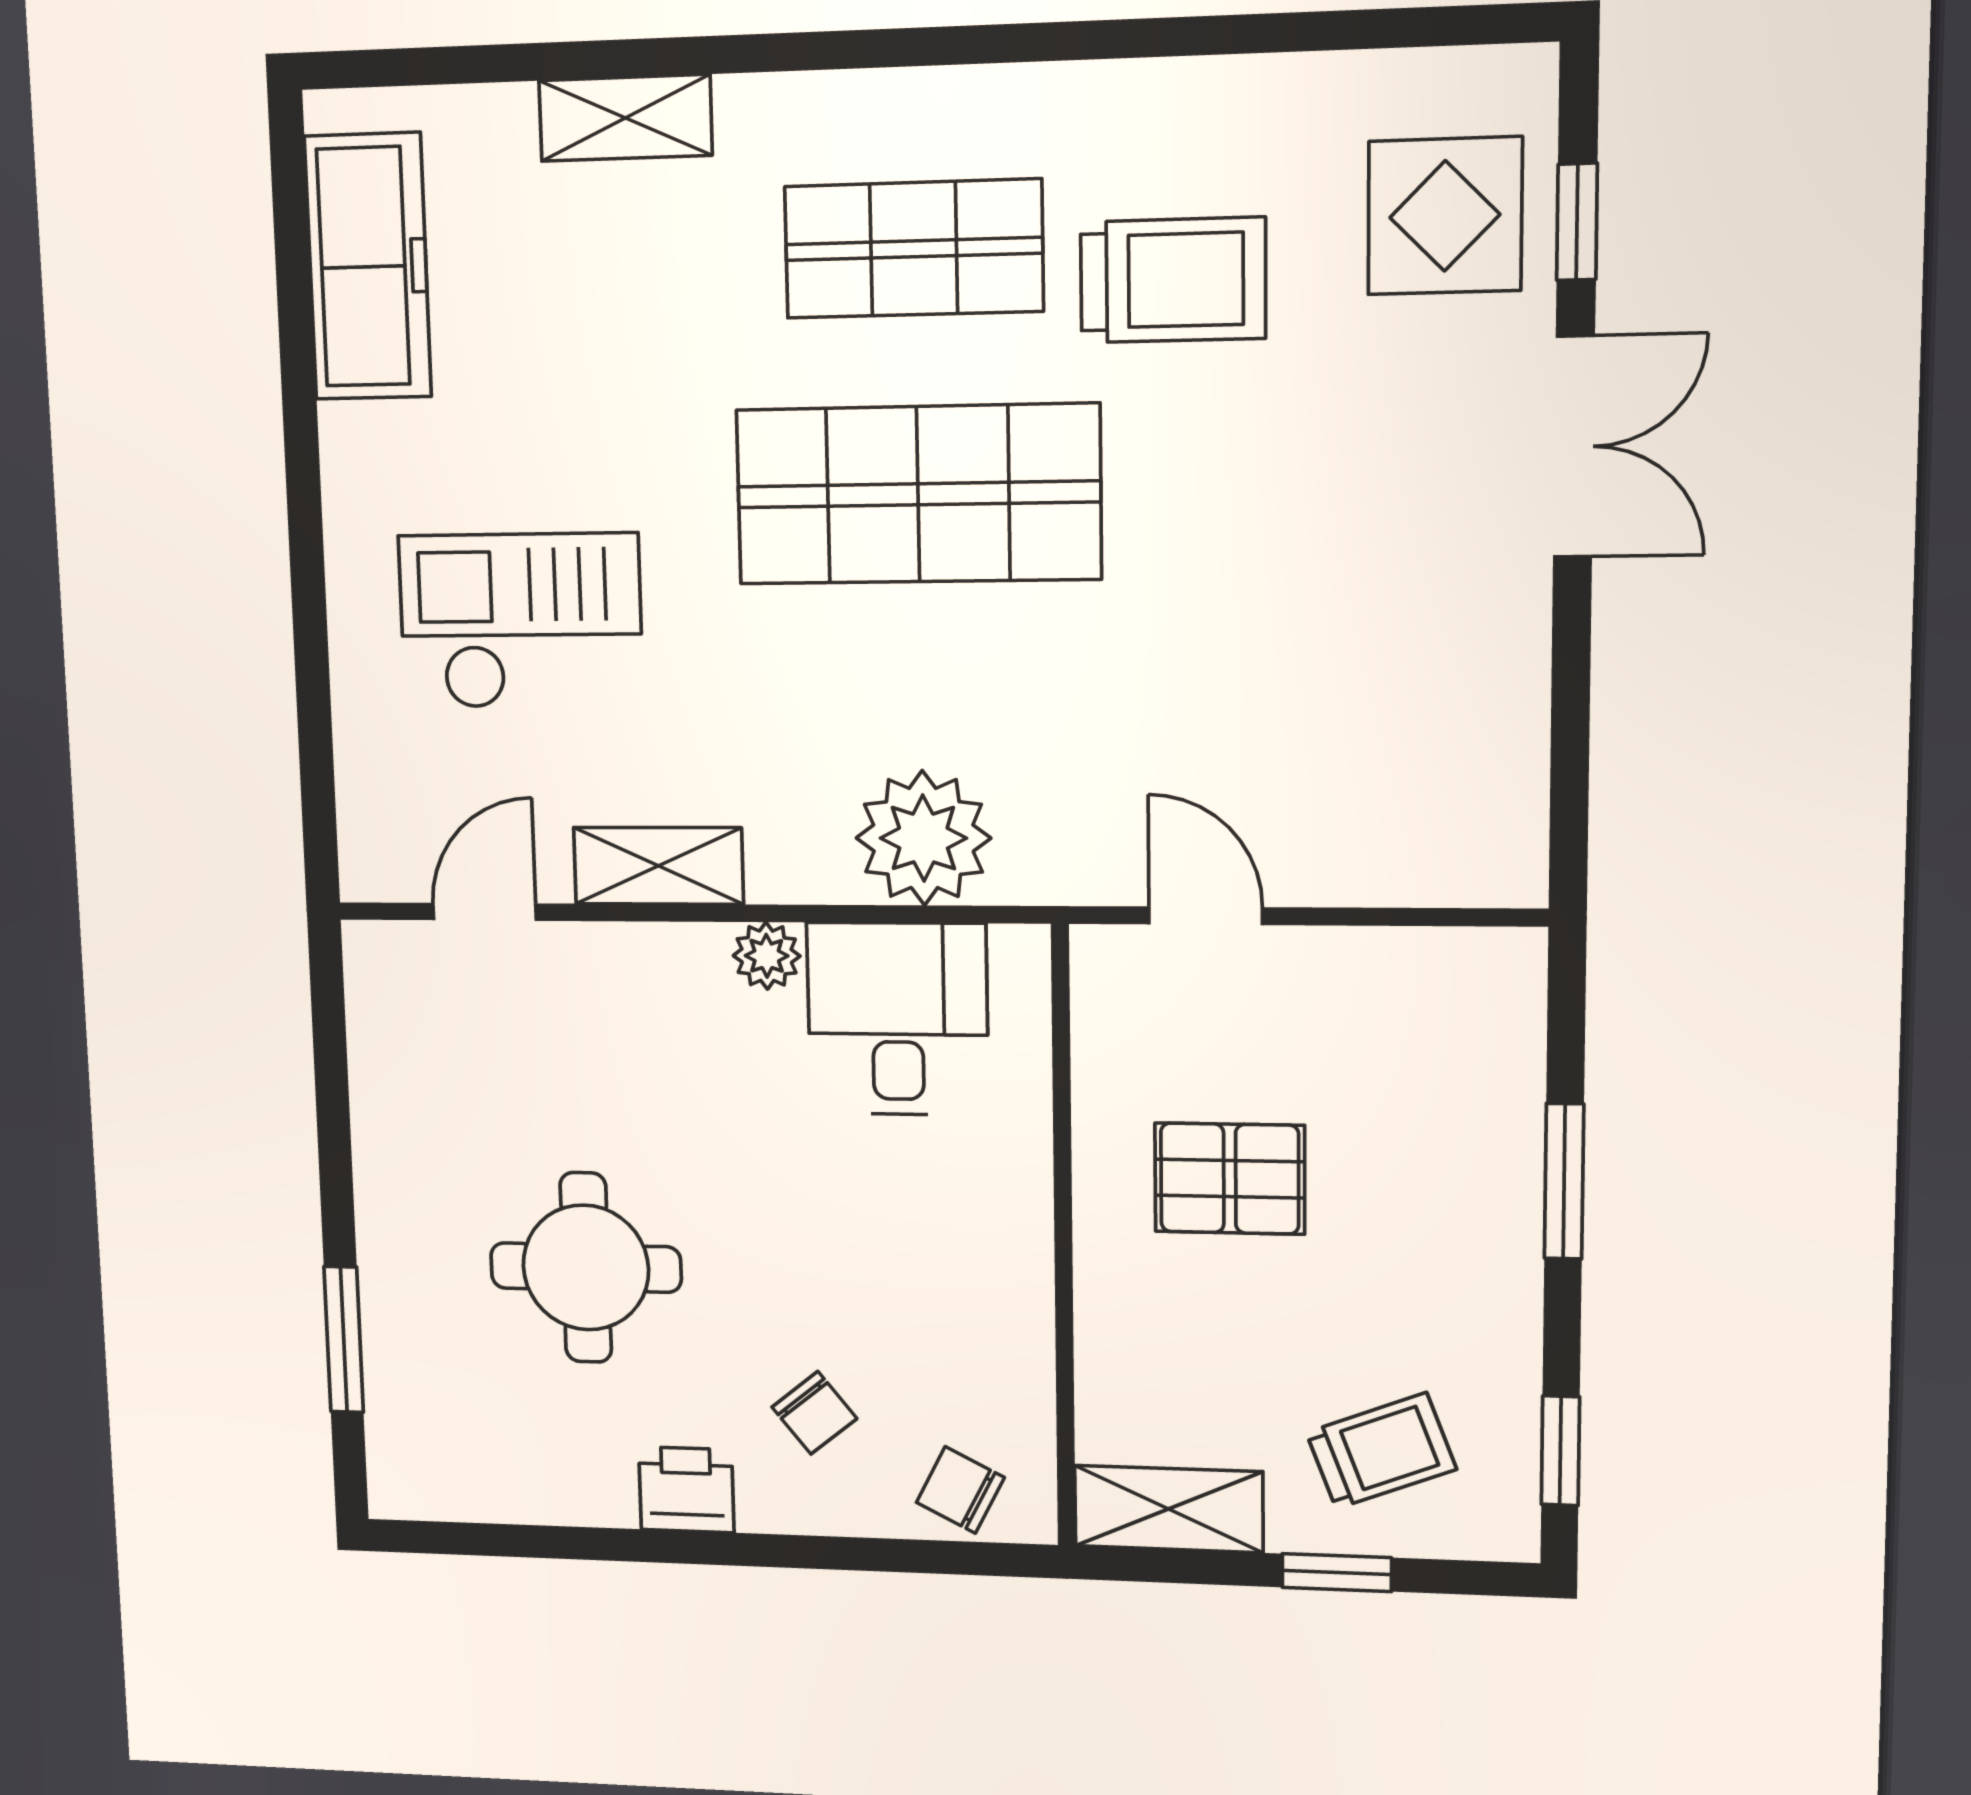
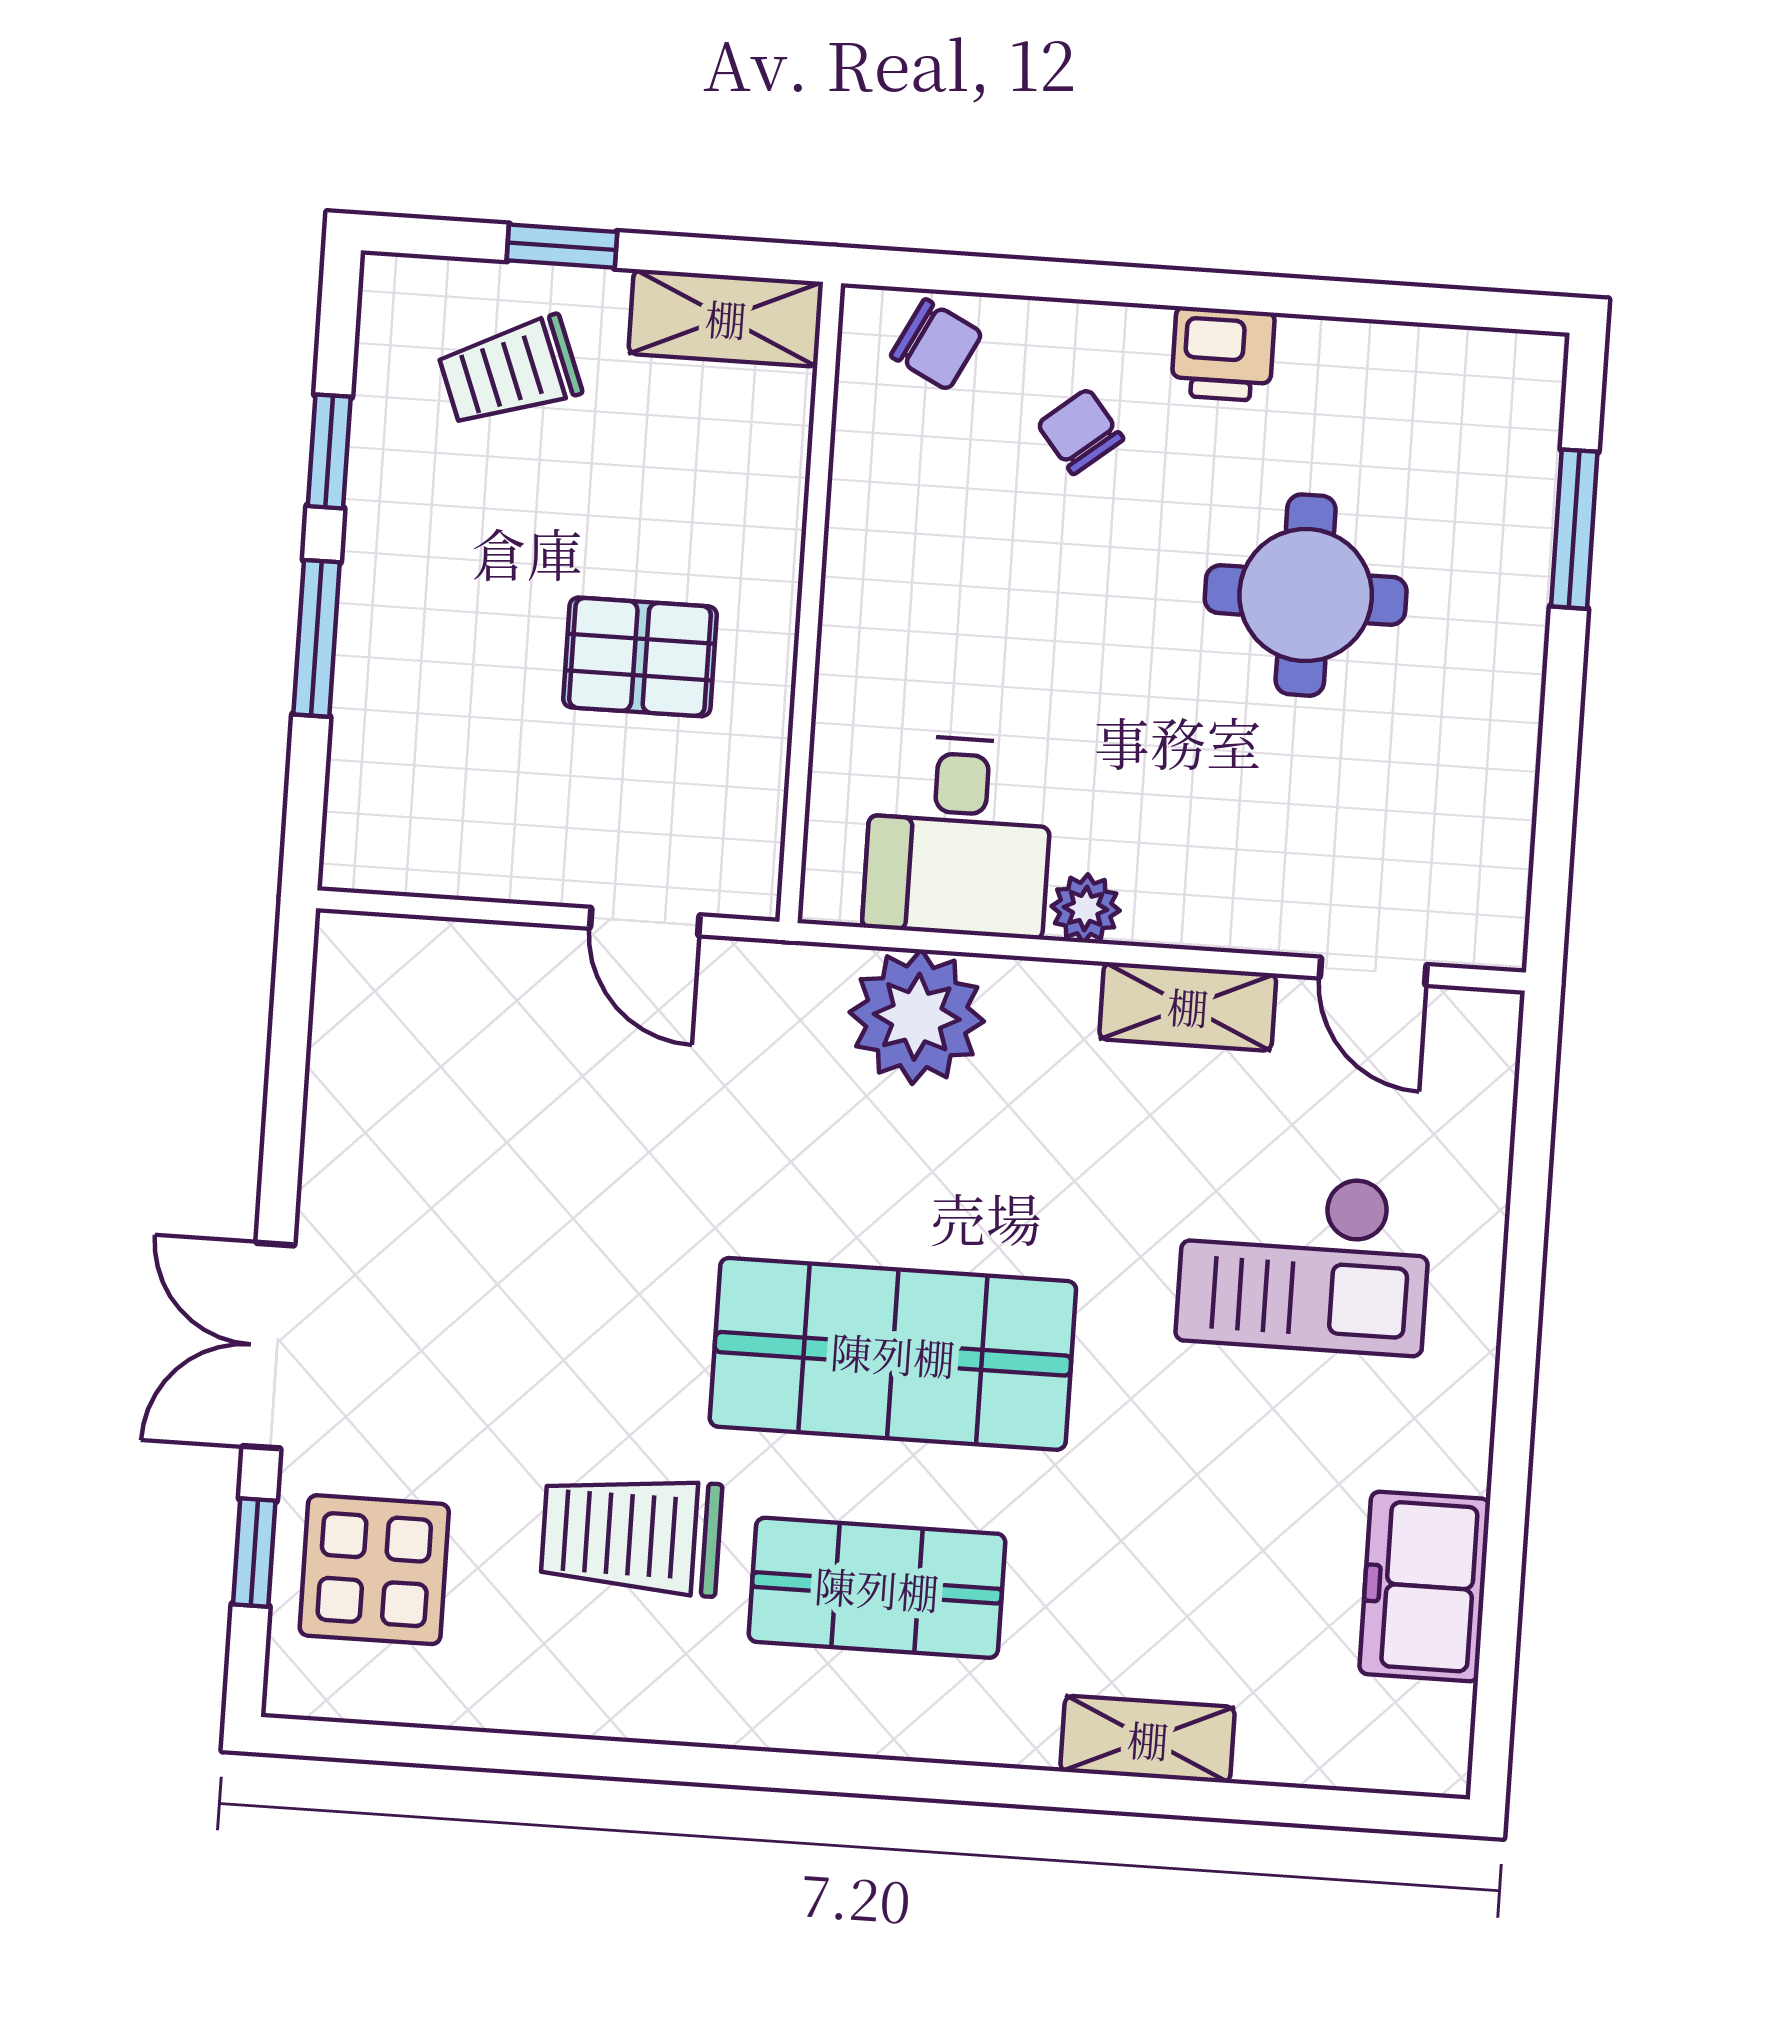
freezer: (368, 267) -> (1425, 1586), width x0.71
door: (484, 912) -> (1373, 971), hinge flipped
window: (1560, 1451) -> (329, 451), moved

